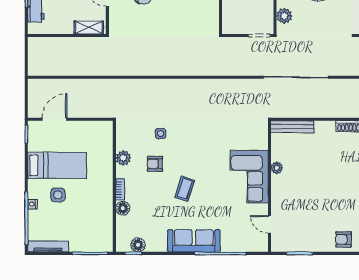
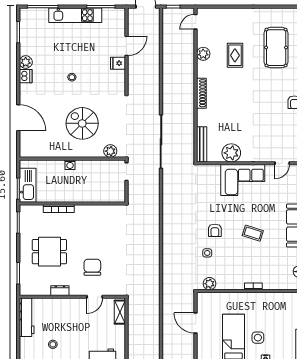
door: (54, 119) -> (196, 323), moved
plant: (123, 158) -> (209, 284), moved
armchair: (155, 164) -> (215, 230), moved
plant: (277, 168) -> (231, 153), width x1.88, depth x1.88
floor lamp: (123, 208) -> (269, 284), removed

